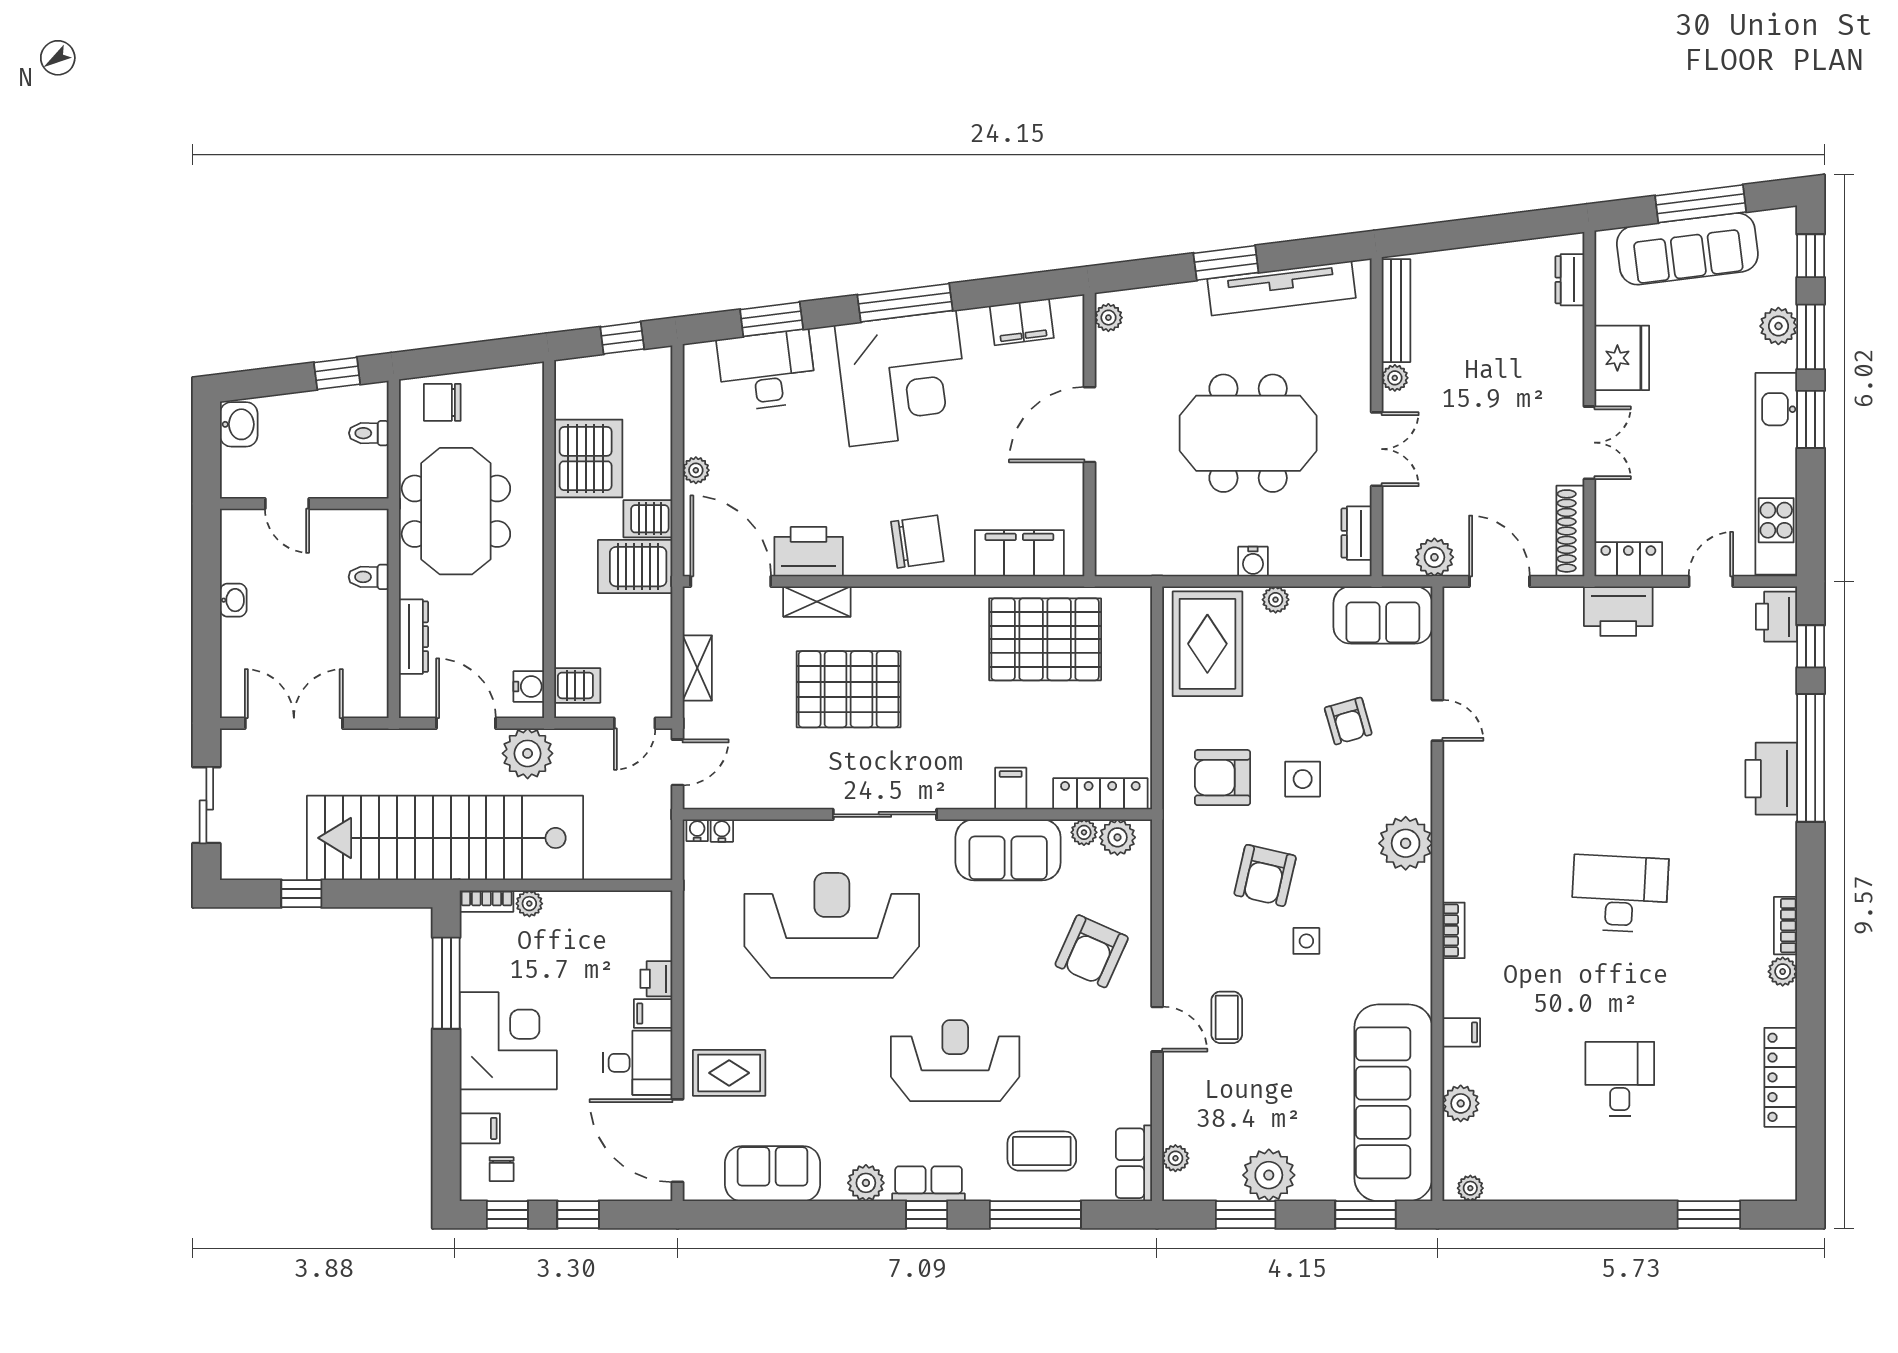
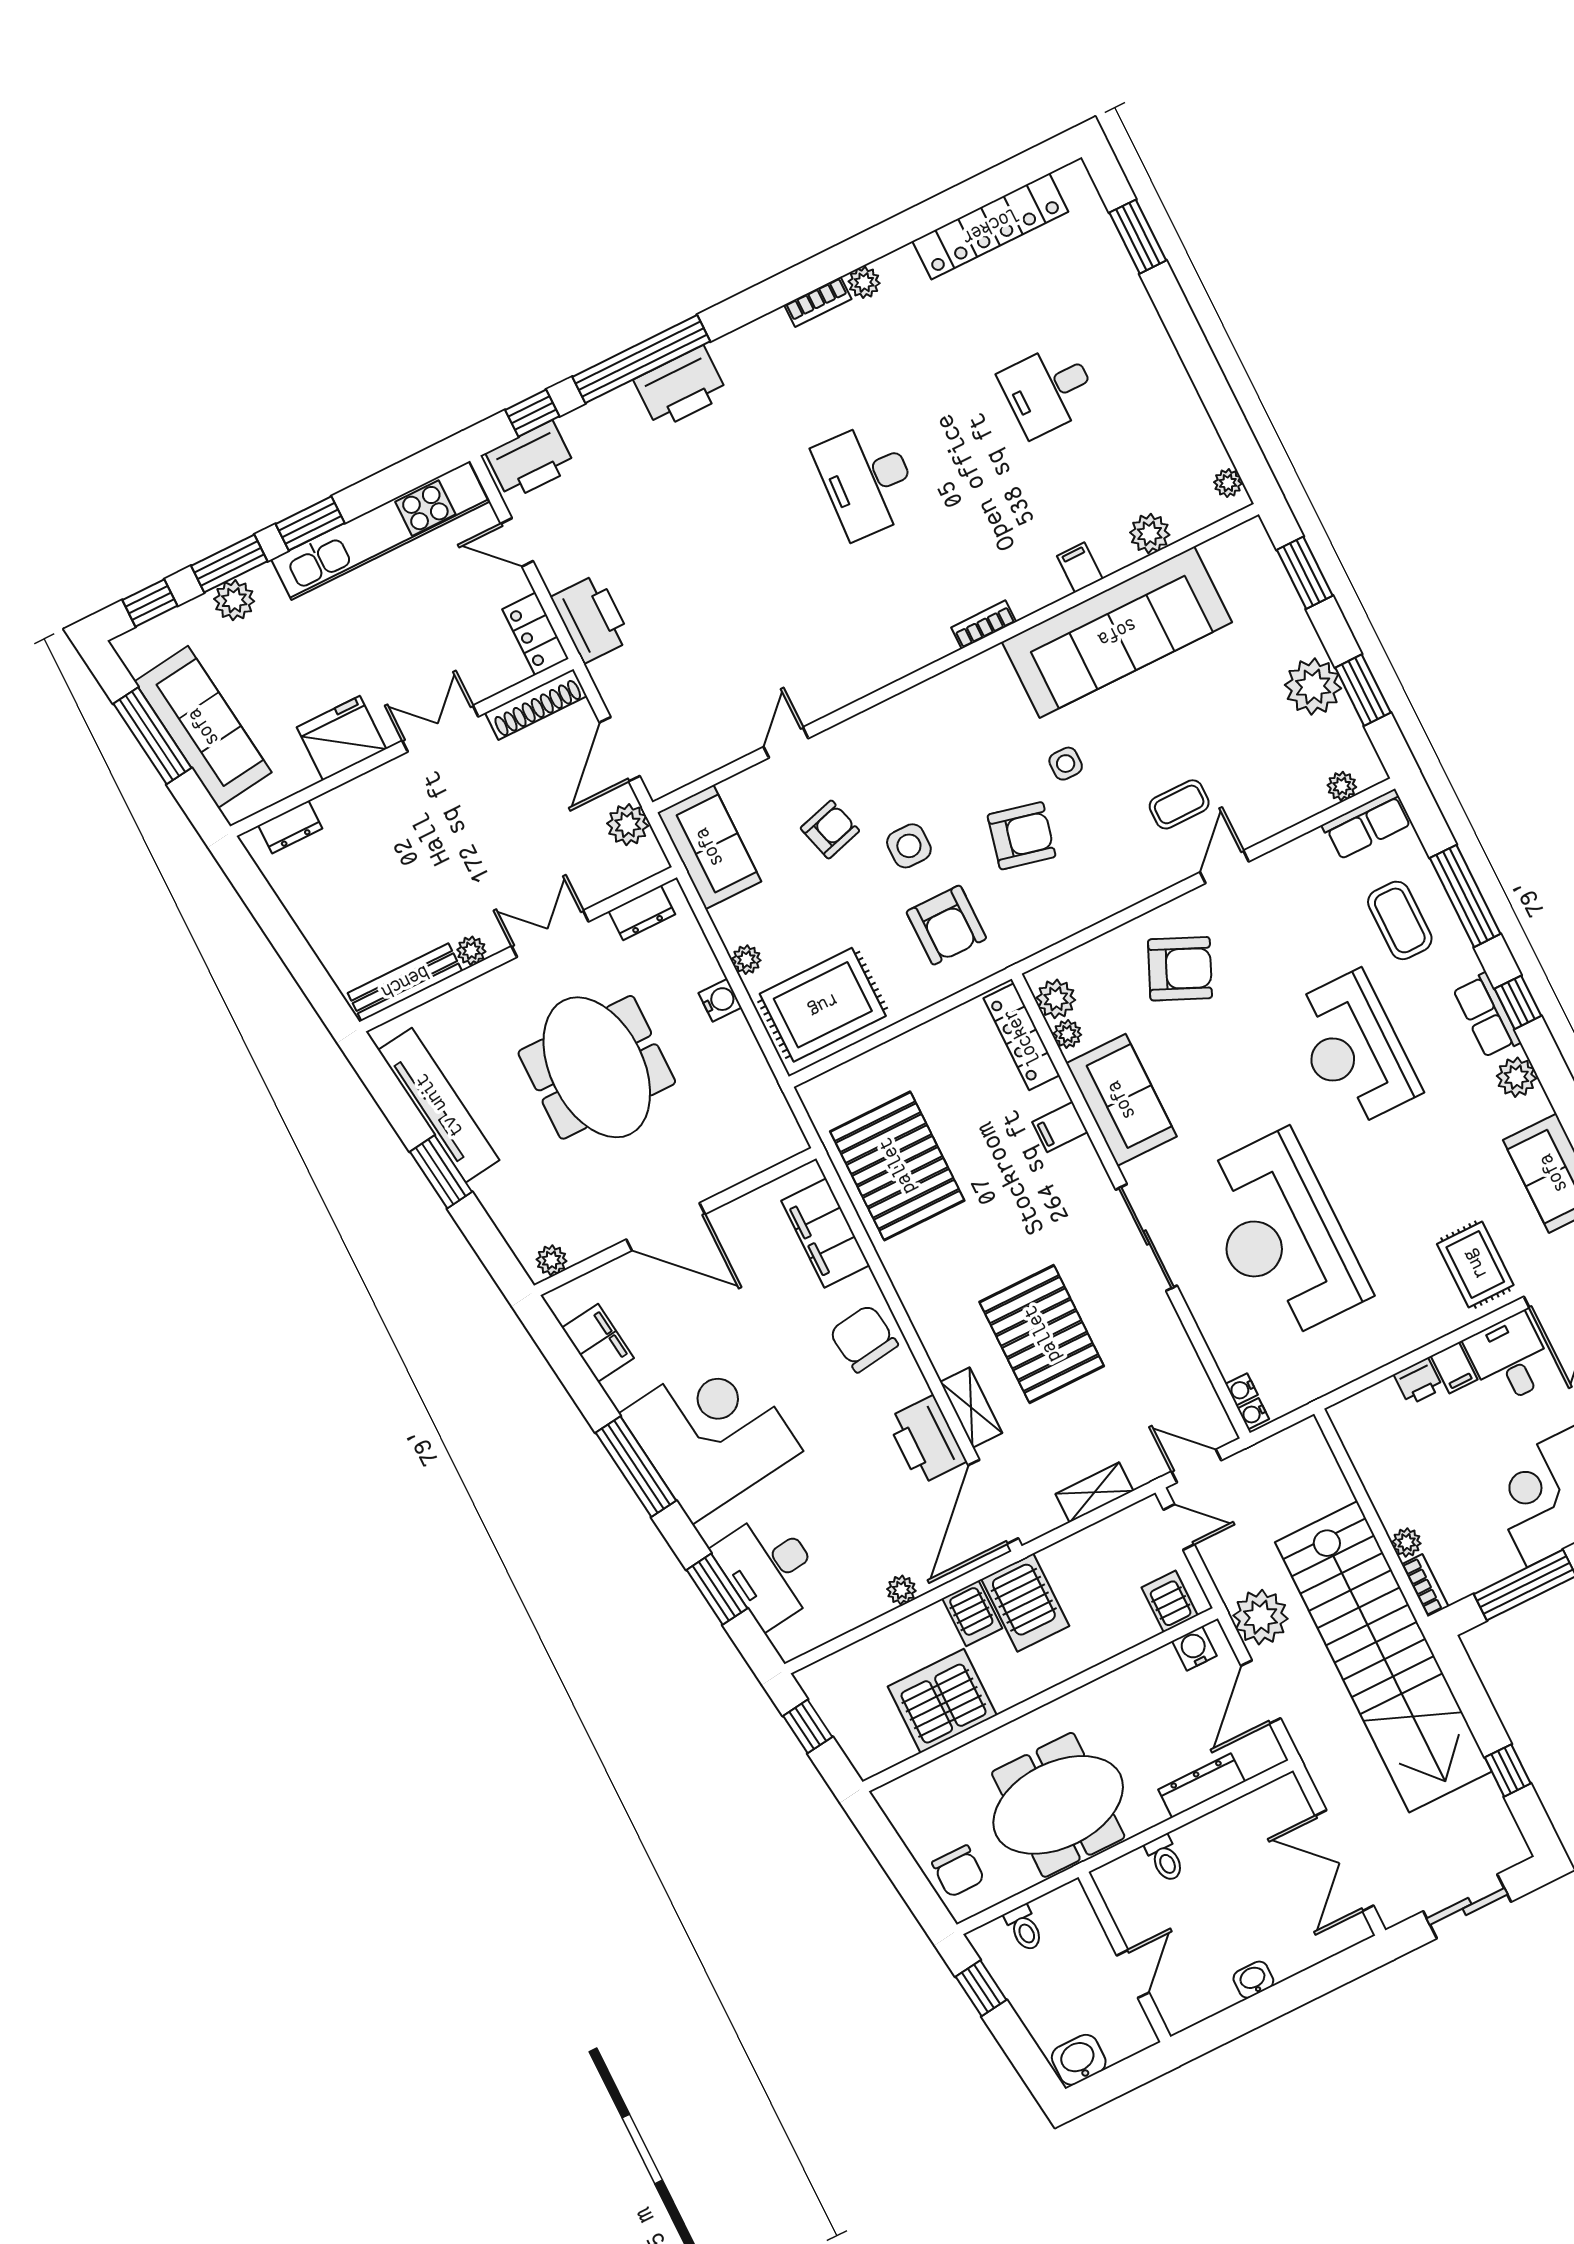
printer: (1776, 617) -> (531, 460), width x1.37, depth x1.19
plant: (1406, 843) -> (922, 714), removed
locker: (1781, 1077) -> (990, 226), width x1.41, depth x1.21
sofa: (1393, 1103) -> (1117, 632), moved

